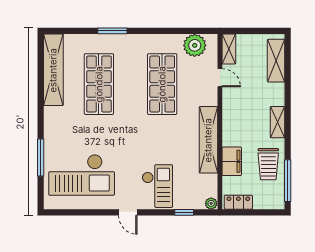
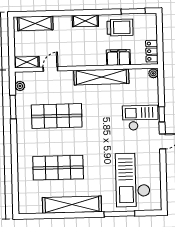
window: (112, 31) -> (13, 107), moved
plant: (195, 45) -> (20, 86), width x0.53, depth x0.53
shelving: (53, 70) -> (72, 205), moved
checkout: (82, 175) -> (133, 180), turned 180
window: (288, 181) -> (133, 11), width x0.69
window: (184, 212) -> (162, 114), moved

